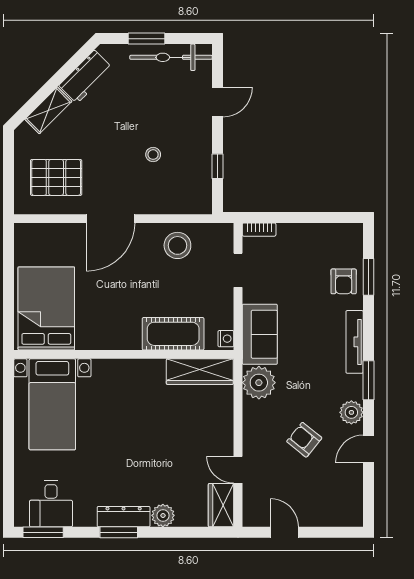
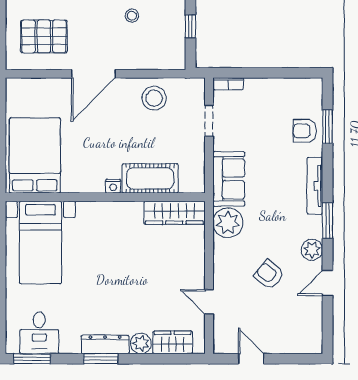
armchair: (344, 281) -> (305, 131), turned 90
nightstand: (226, 339) -> (113, 186), moved, turned 90
wardrobe: (221, 505) -> (173, 342), moved, turned 90

